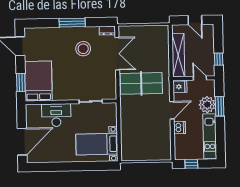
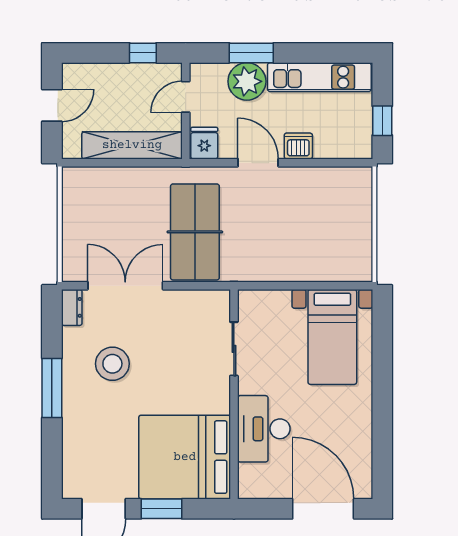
bed: (38, 81) -> (185, 457), width x1.36
window: (21, 82) -> (161, 509), moved

